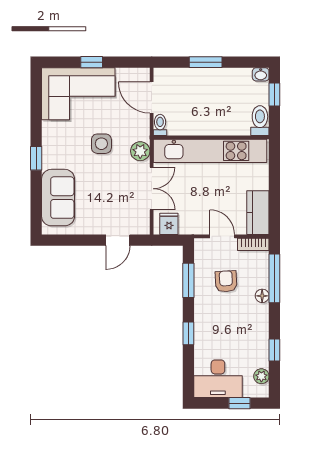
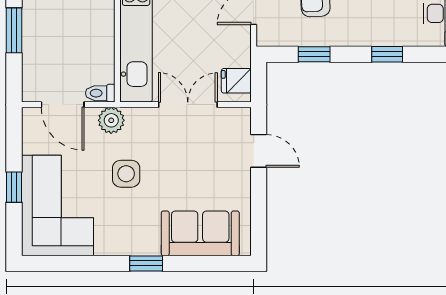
door: (152, 98) -> (63, 105), hinge flipped
plant: (140, 151) -> (111, 120), moved
window: (188, 280) -> (314, 54), width x0.67

